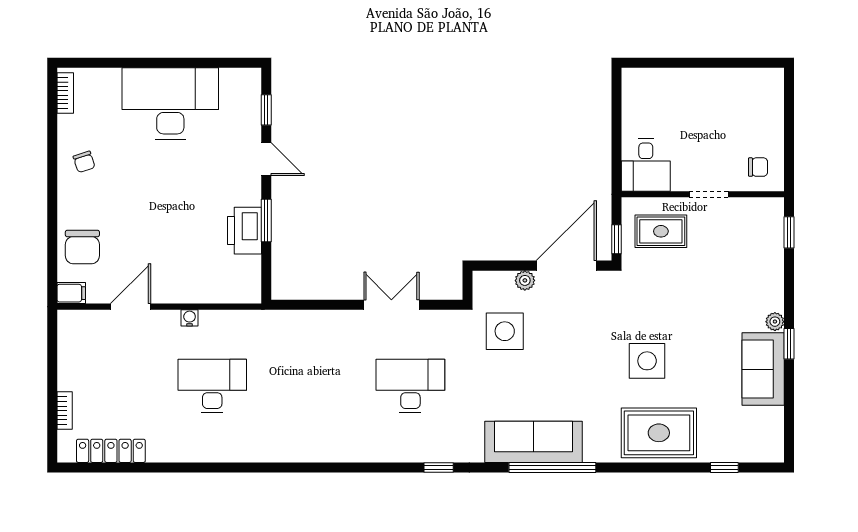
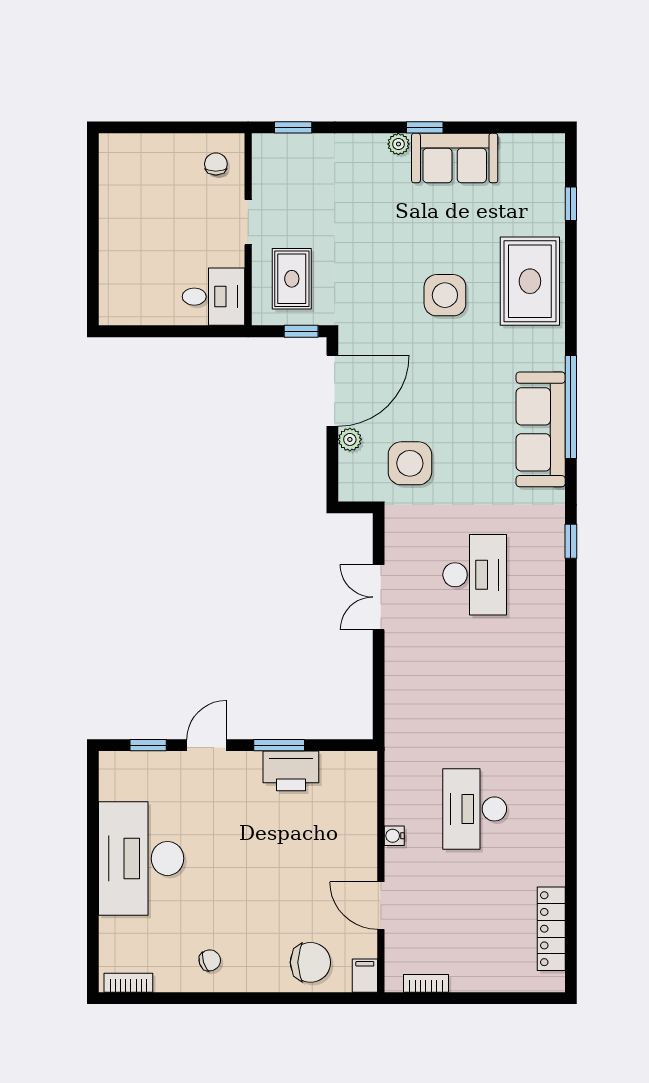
door: (566, 266) -> (332, 391), swing flipped
desk: (410, 386) -> (475, 575), turned 180
bookcase: (65, 411) -> (426, 983), moved

